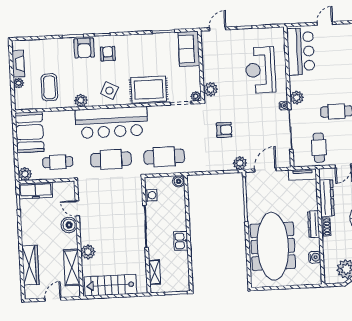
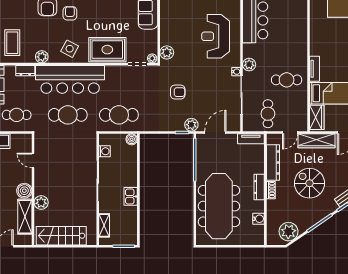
dresser: (65, 116) -> (25, 71), added
boiler: (69, 225) -> (24, 191), moved

